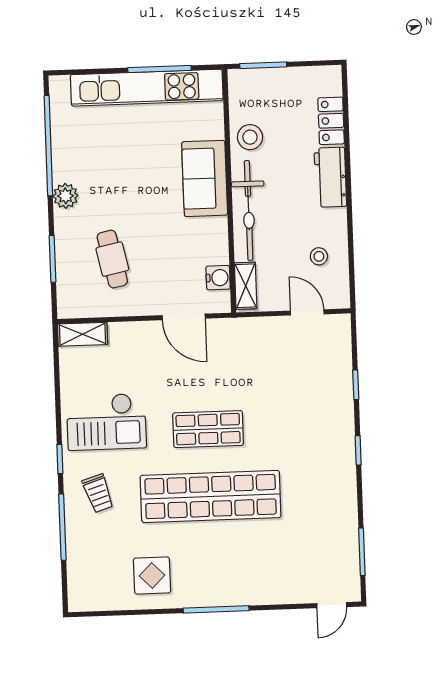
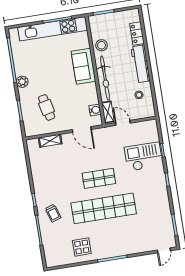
workbench: (330, 177) -> (141, 64), width x1.37
door: (307, 312) -> (123, 123), moved
shelving: (83, 334) -> (50, 141), moved
checkout: (106, 422) -> (143, 157), moved, turned 180

